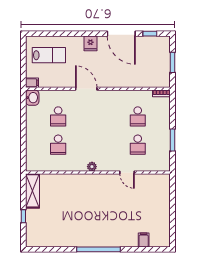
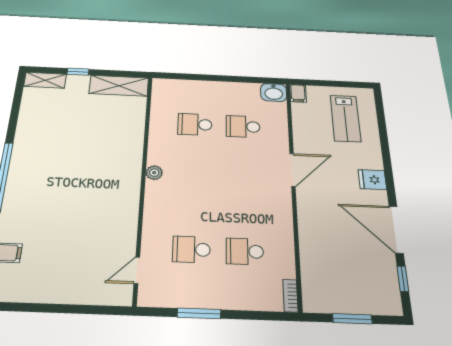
door: (121, 34) -> (396, 229), hinge flipped
door: (127, 172) -> (137, 270), moved
shelving: (31, 235) -> (45, 80), added

